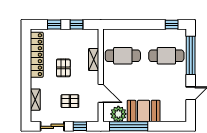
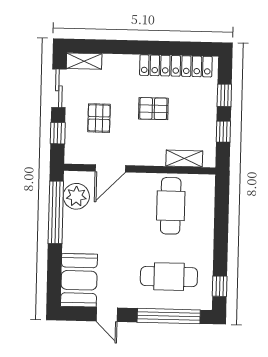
cafe table: (166, 56) -> (169, 277), turned 90
shelving: (94, 60) -> (184, 158), moved
shelving: (35, 100) -> (84, 61), moved
booth: (144, 111) -> (79, 280), moved

